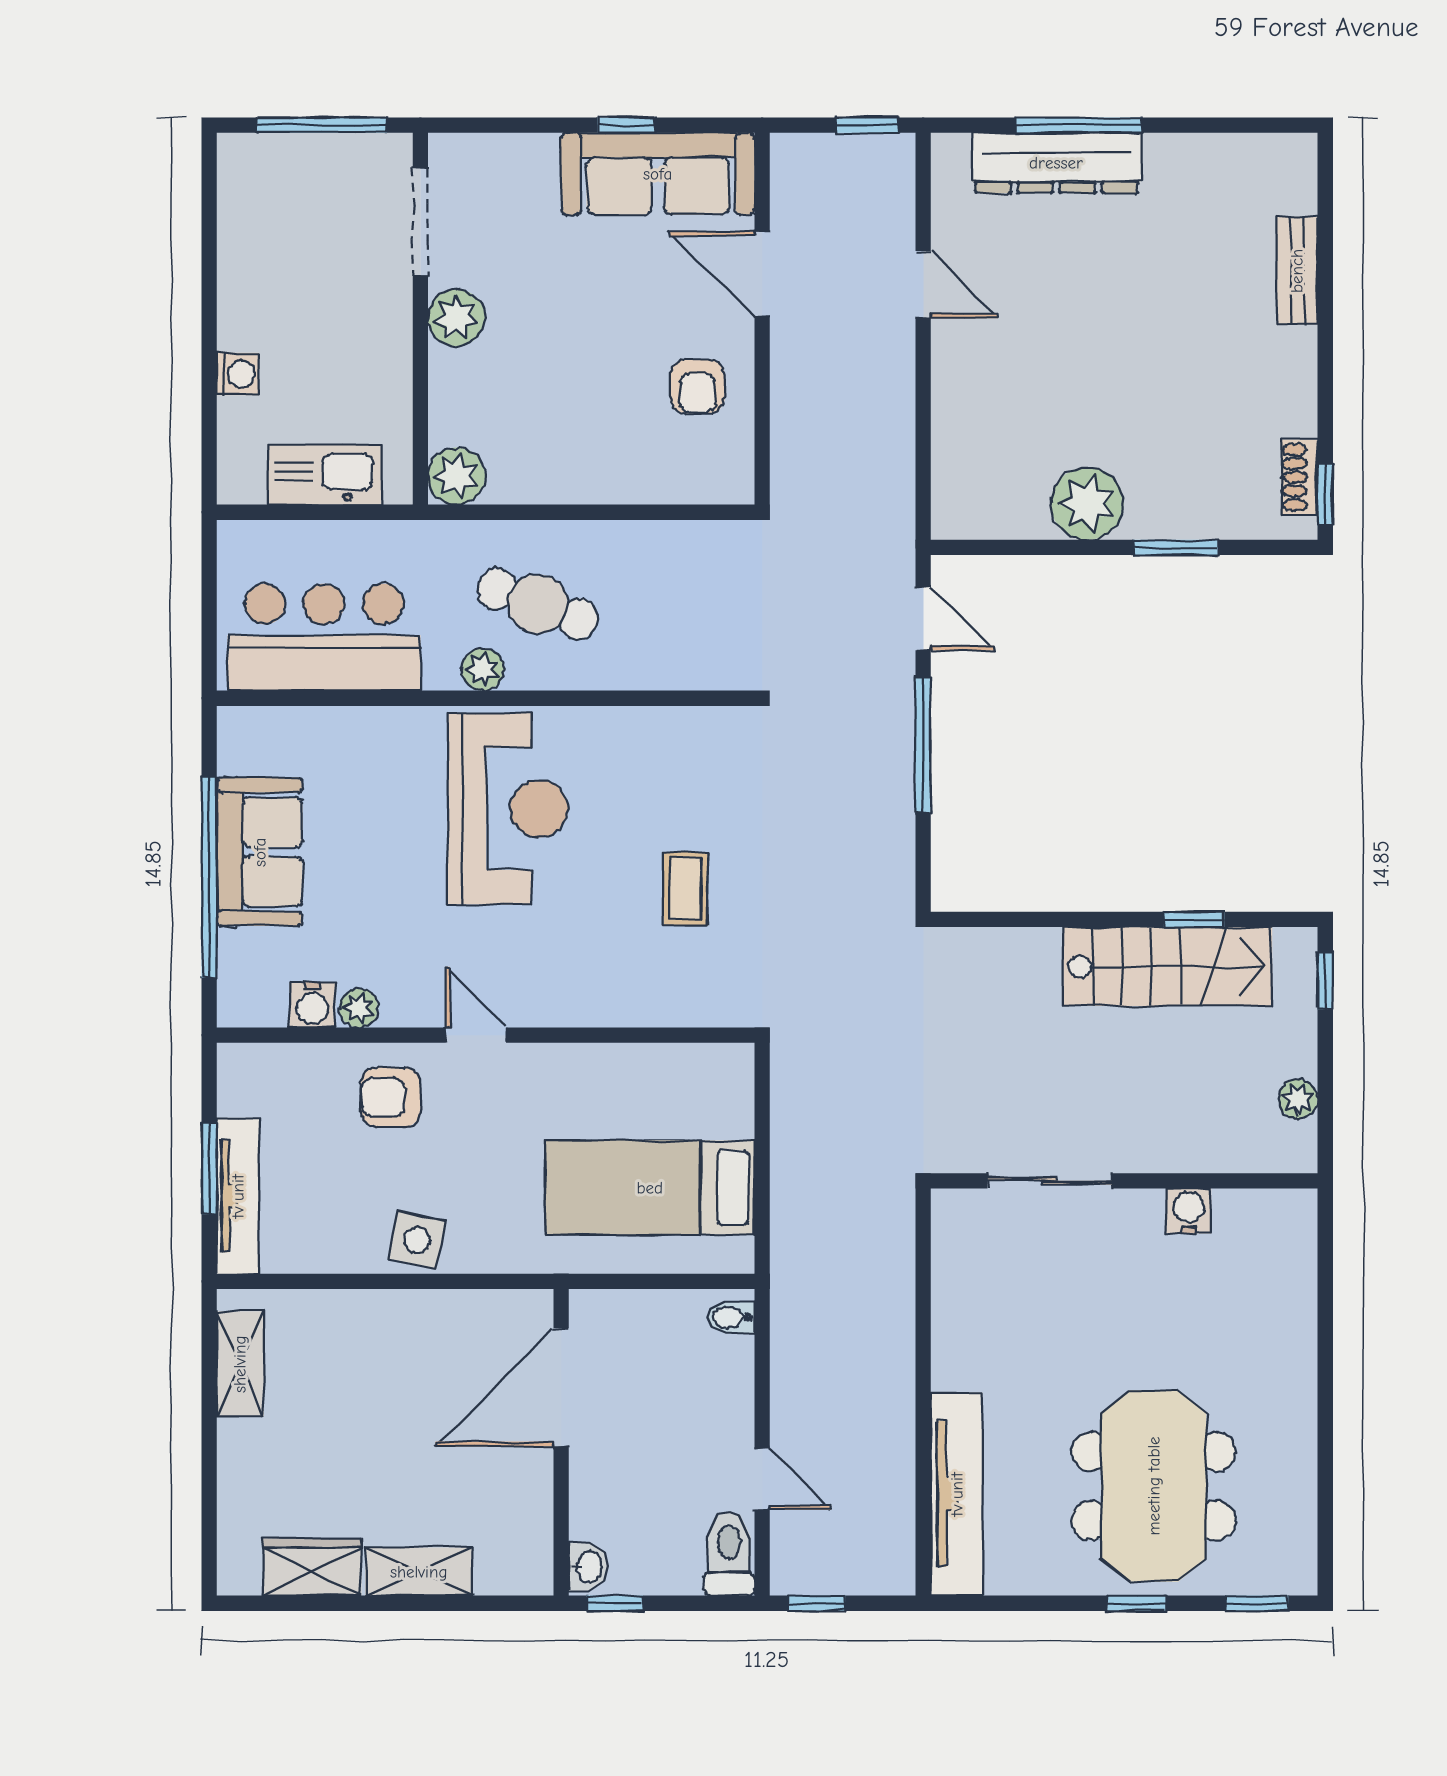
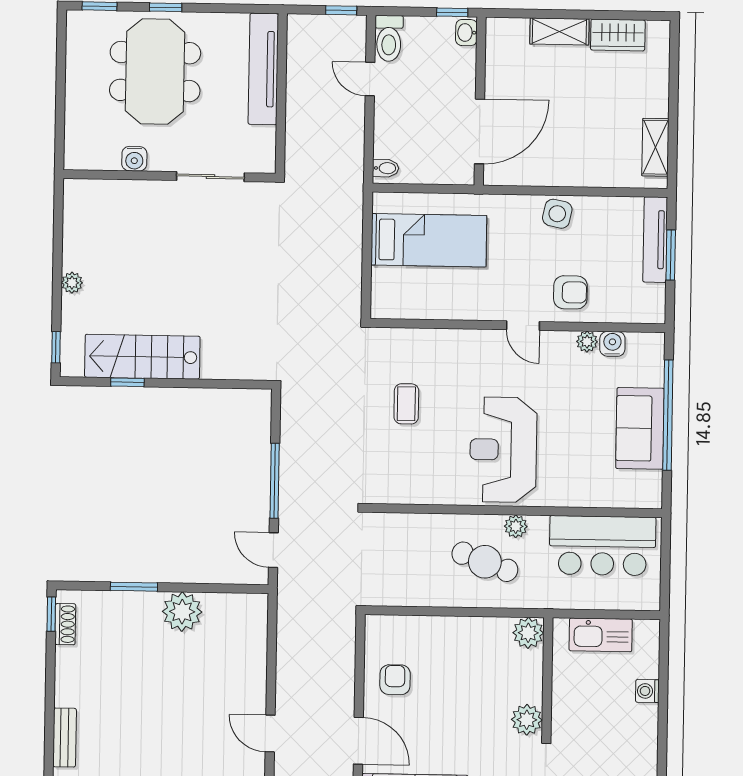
sliding door: (1049, 1181) -> (210, 177), moved
wall: (1124, 1181) -> (169, 176), moved
water cooler: (1189, 1211) -> (134, 159), moved

